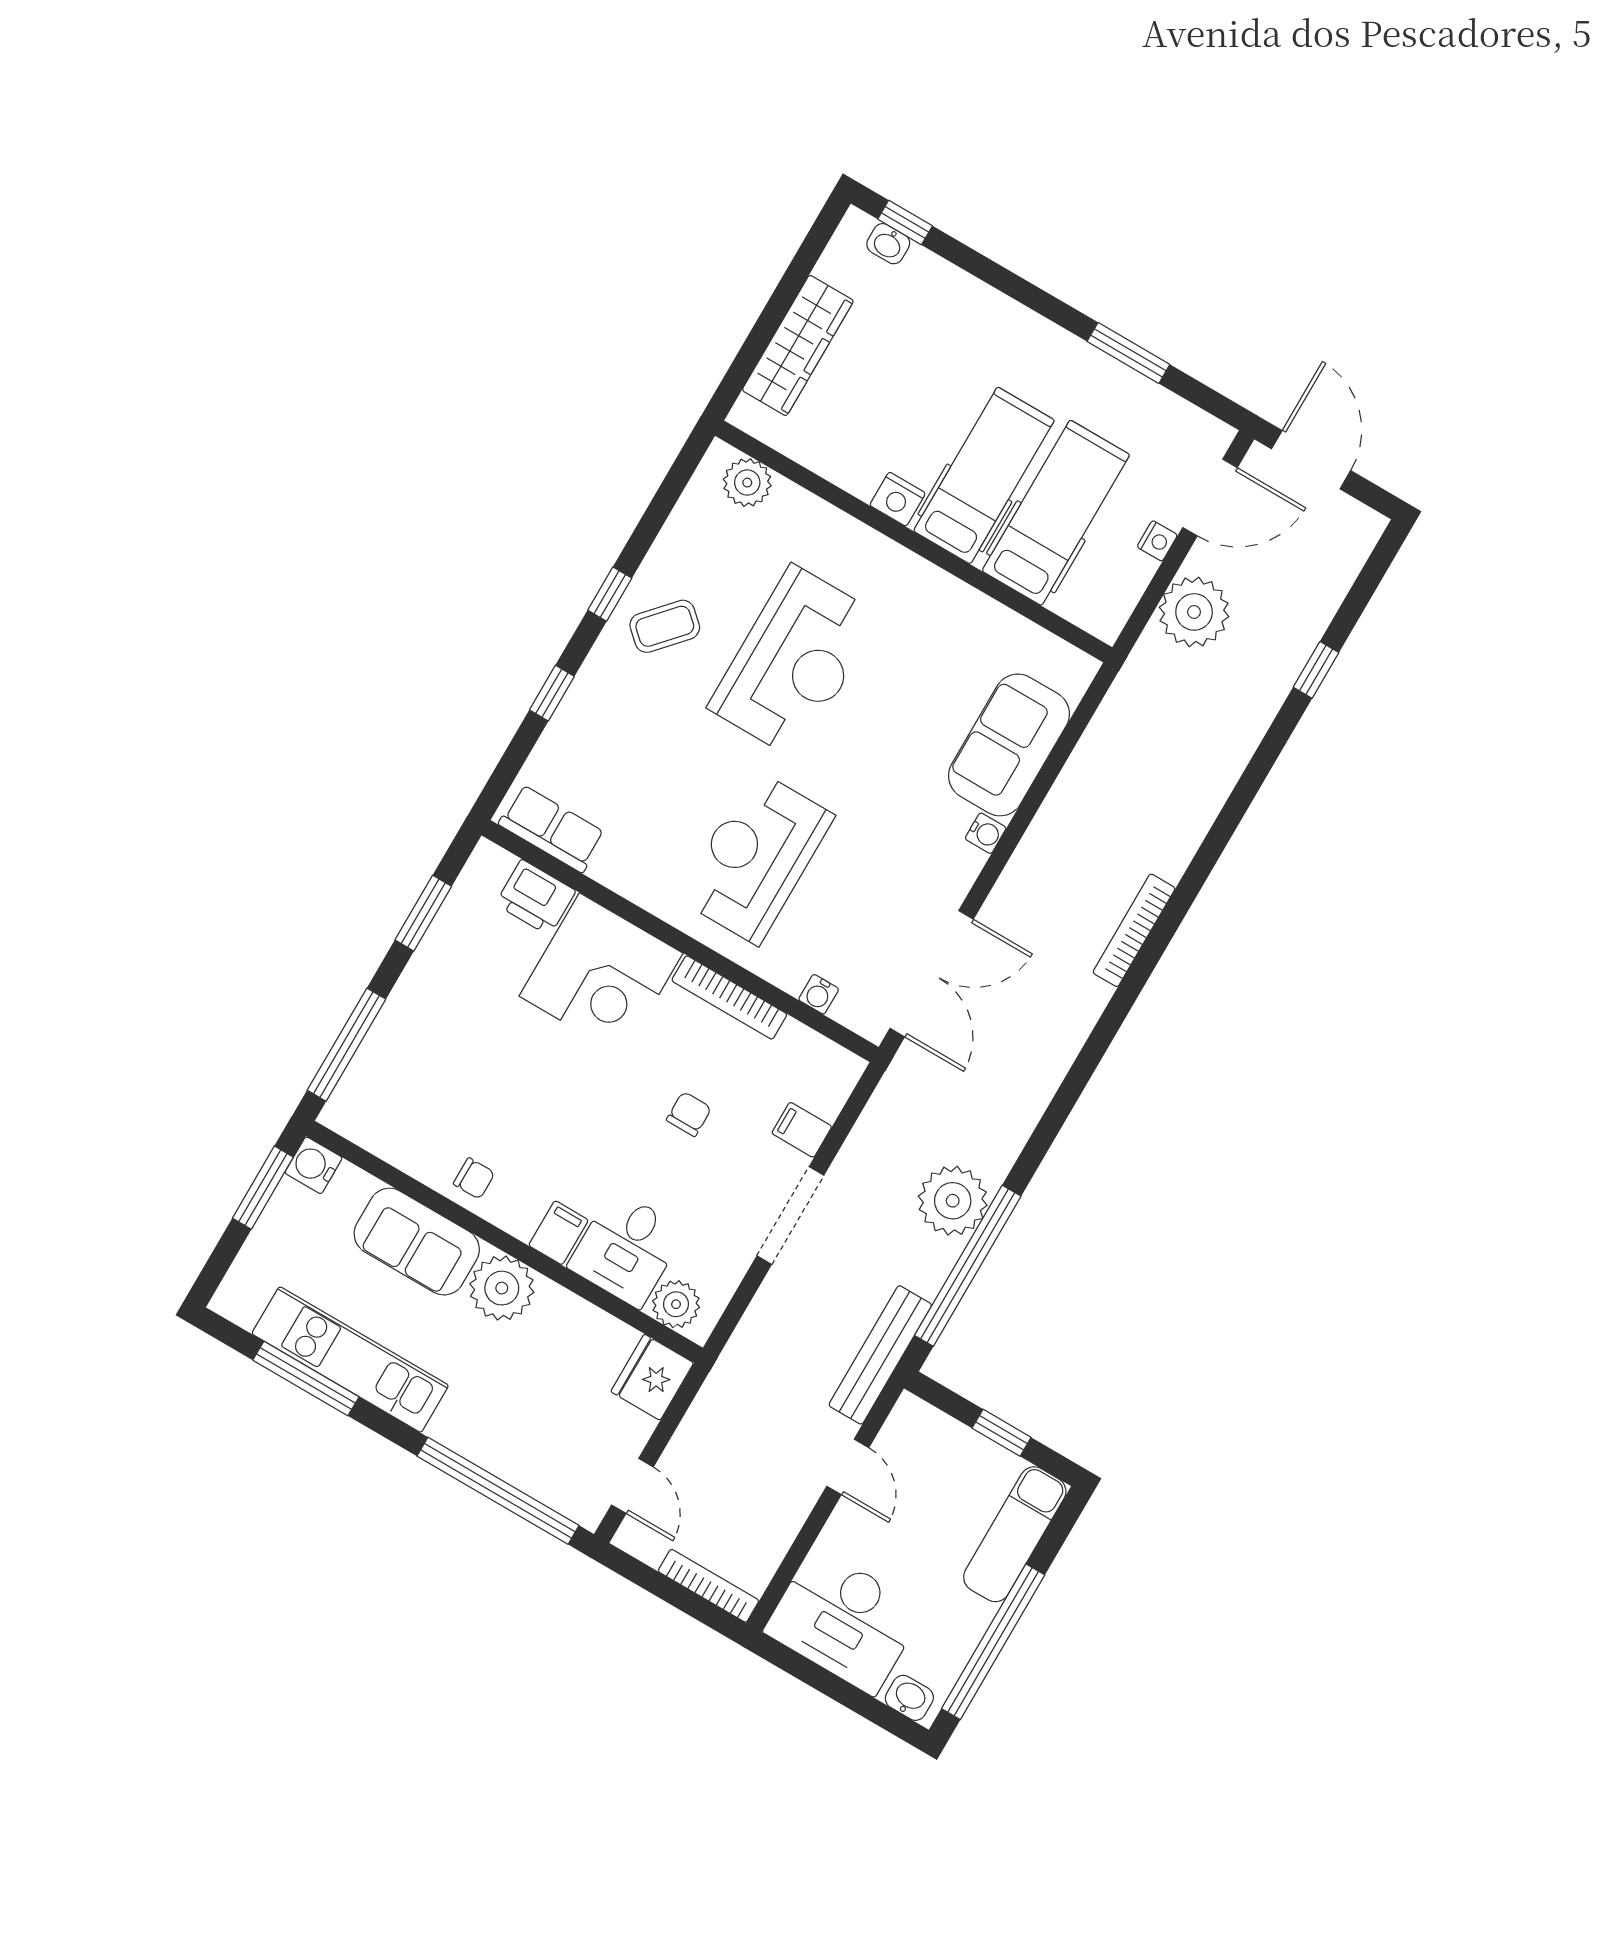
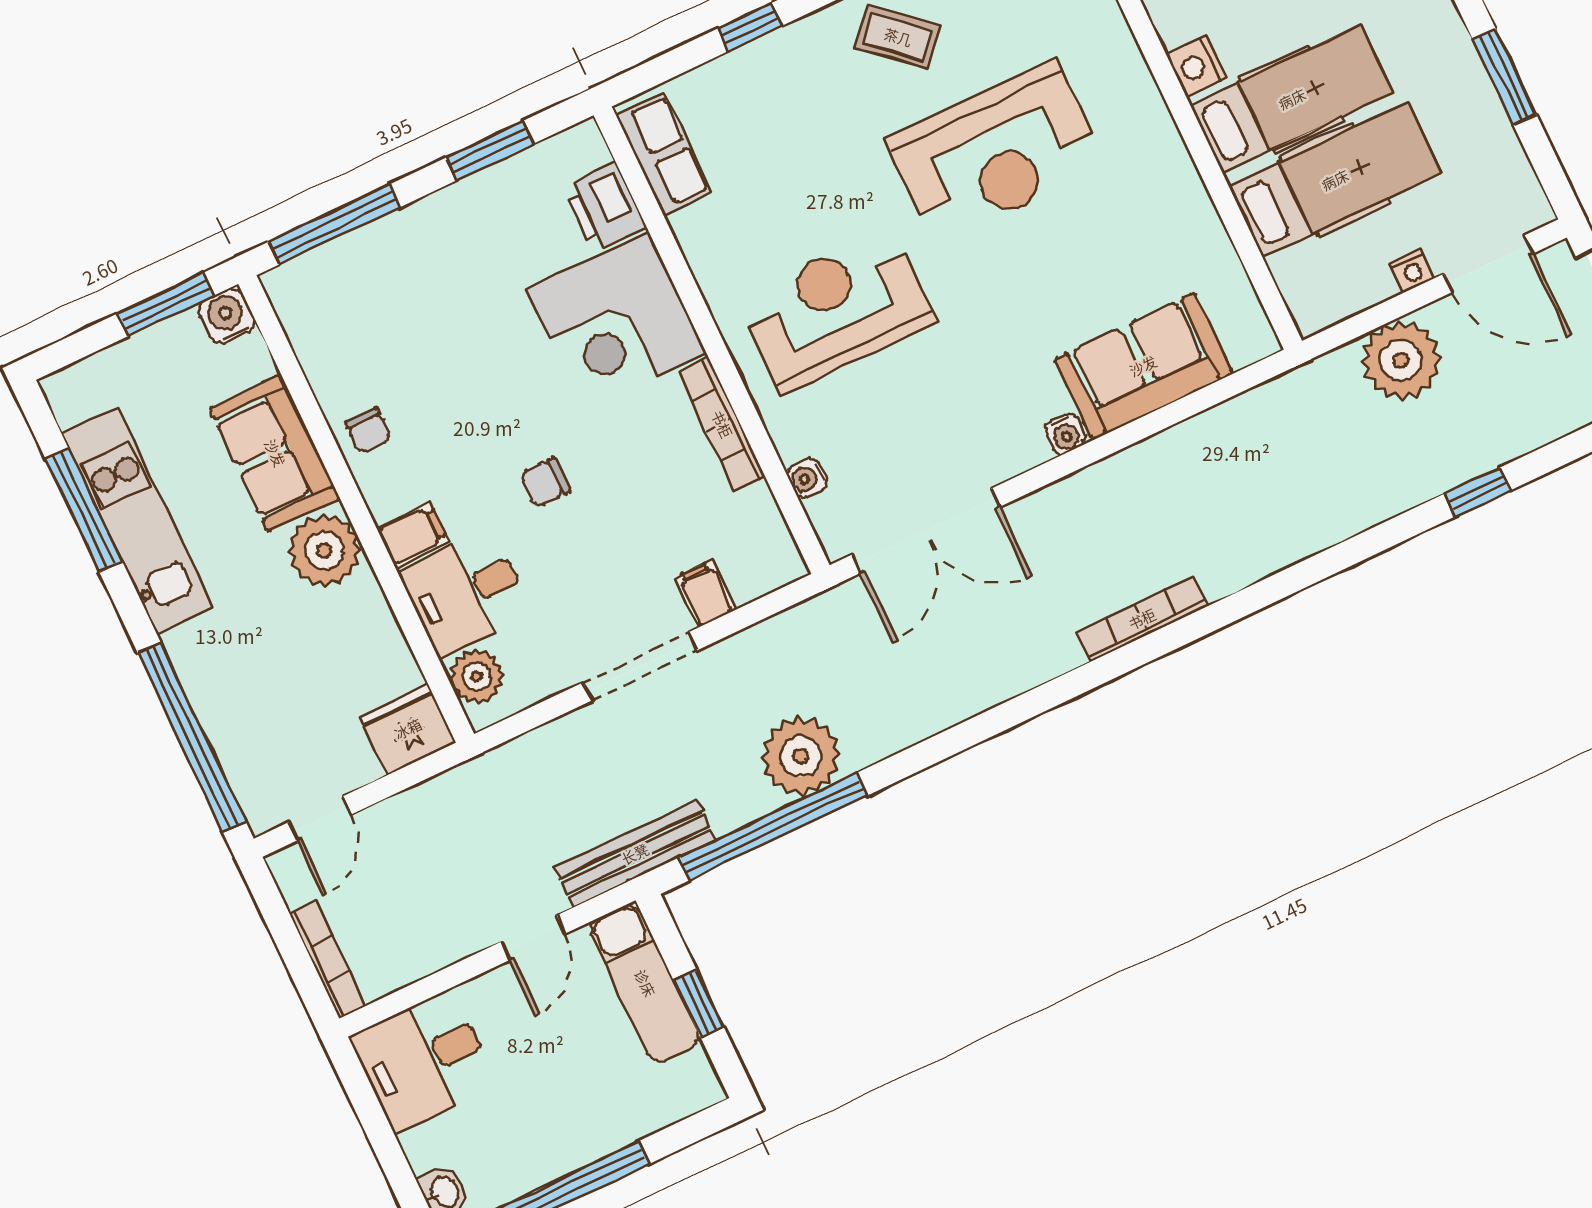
chair: (689, 1114) -> (545, 483), moved, turned 180
exam couch: (1015, 1534) -> (645, 983), moved, turned -90
desk: (844, 1621) -> (424, 1061), width x0.73

